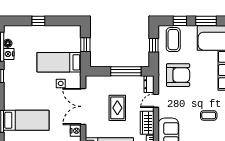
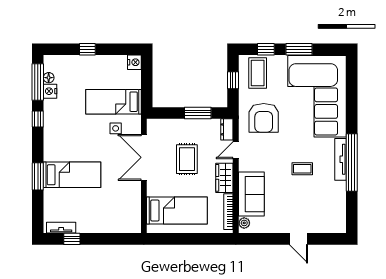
window: (85, 45) -> (147, 79), removed
window: (126, 71) -> (198, 113), width x0.69
armchair: (178, 75) -> (264, 118), turned 90
nightstand: (76, 131) -> (134, 62), moved

